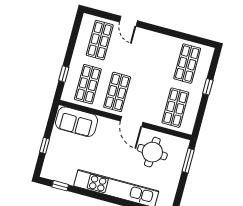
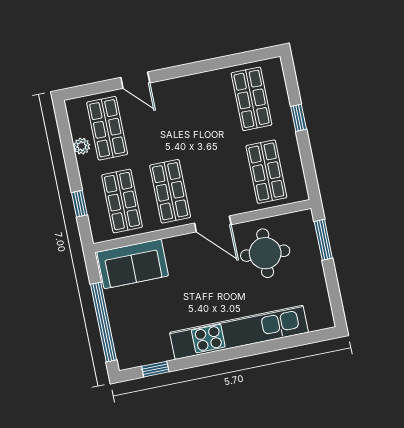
plant: (81, 43) -> (82, 146), added
window: (45, 146) -> (103, 322), width x3.17

